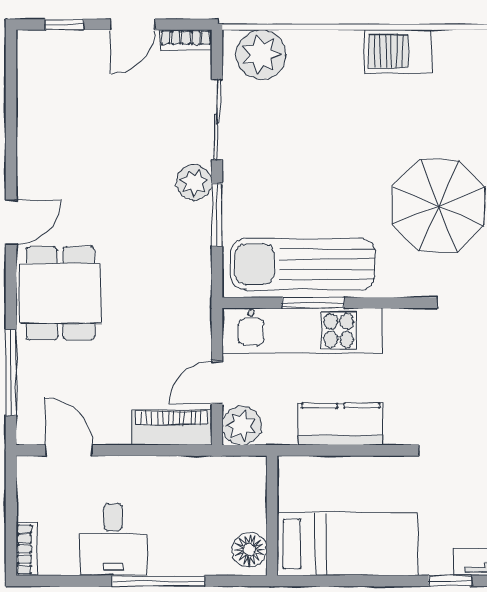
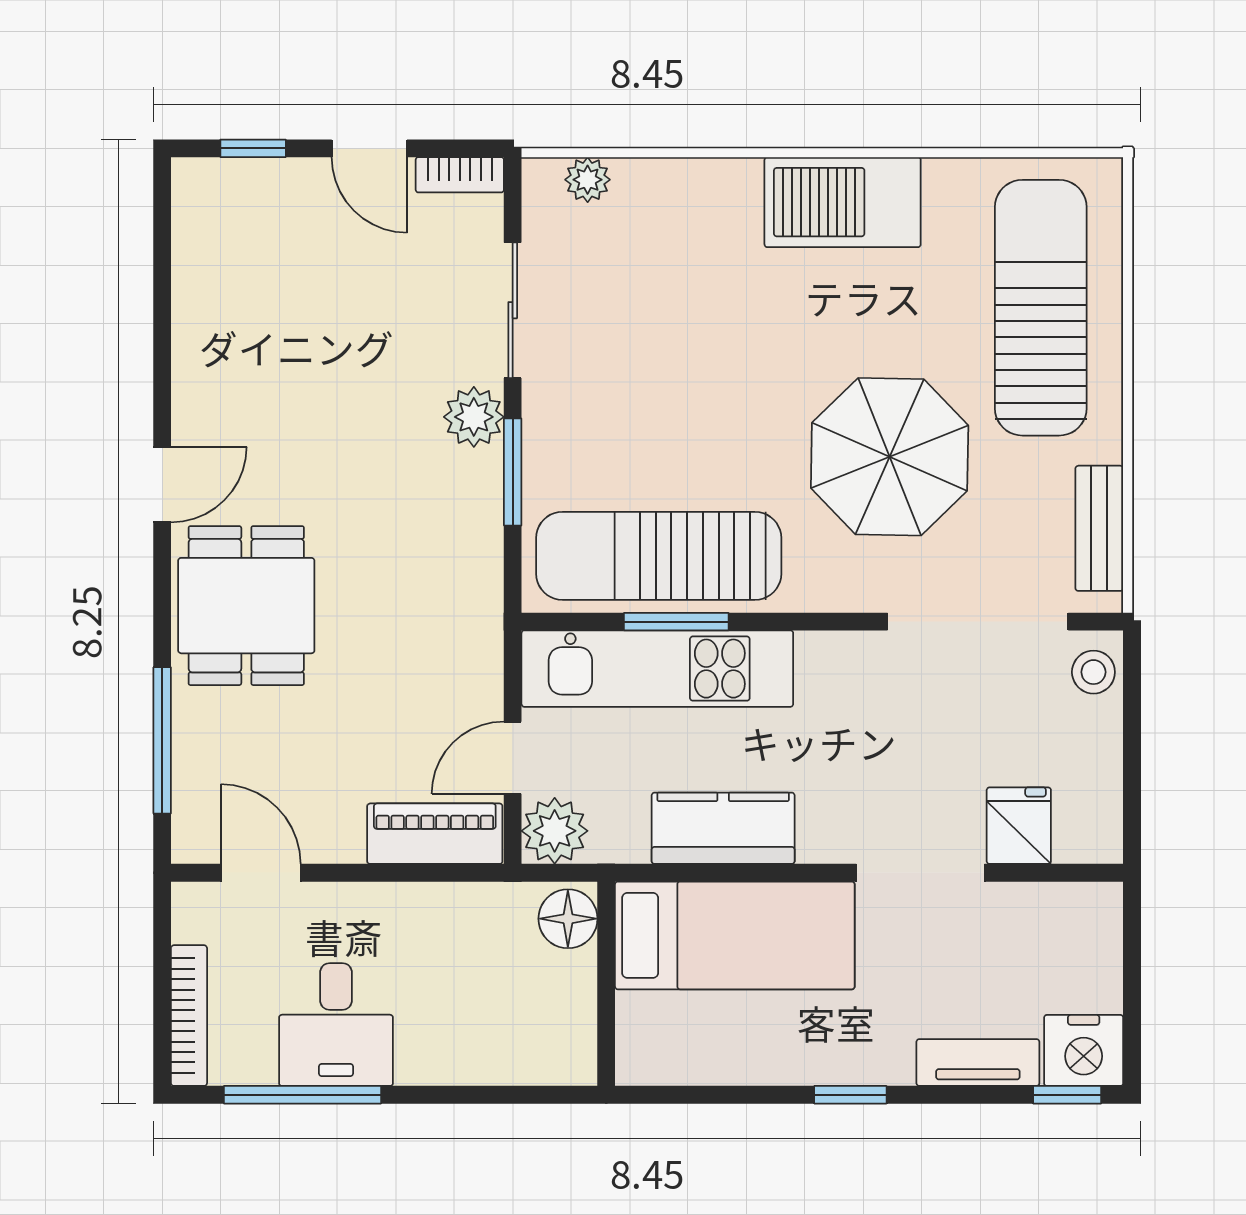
door: (133, 25) -> (369, 148), hinge flipped
barbecue: (399, 52) -> (843, 202), width x1.37, depth x1.21
plant: (261, 55) -> (588, 180), width x0.53, depth x0.53
bed: (348, 544) -> (735, 935), moved
bookcase: (27, 549) -> (189, 1016), width x1.56
floor lamp: (249, 550) -> (568, 919), moved
window: (158, 581) -> (302, 1095), moved
window: (450, 581) -> (850, 1095), moved

